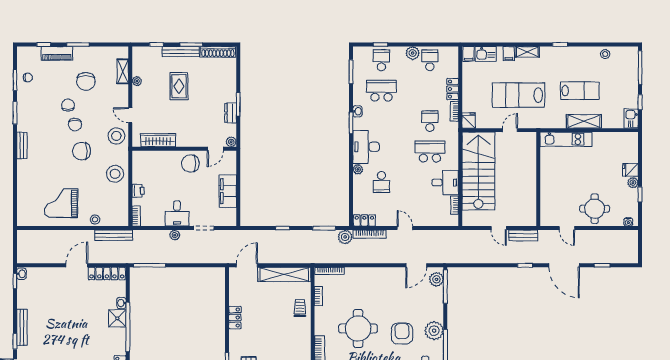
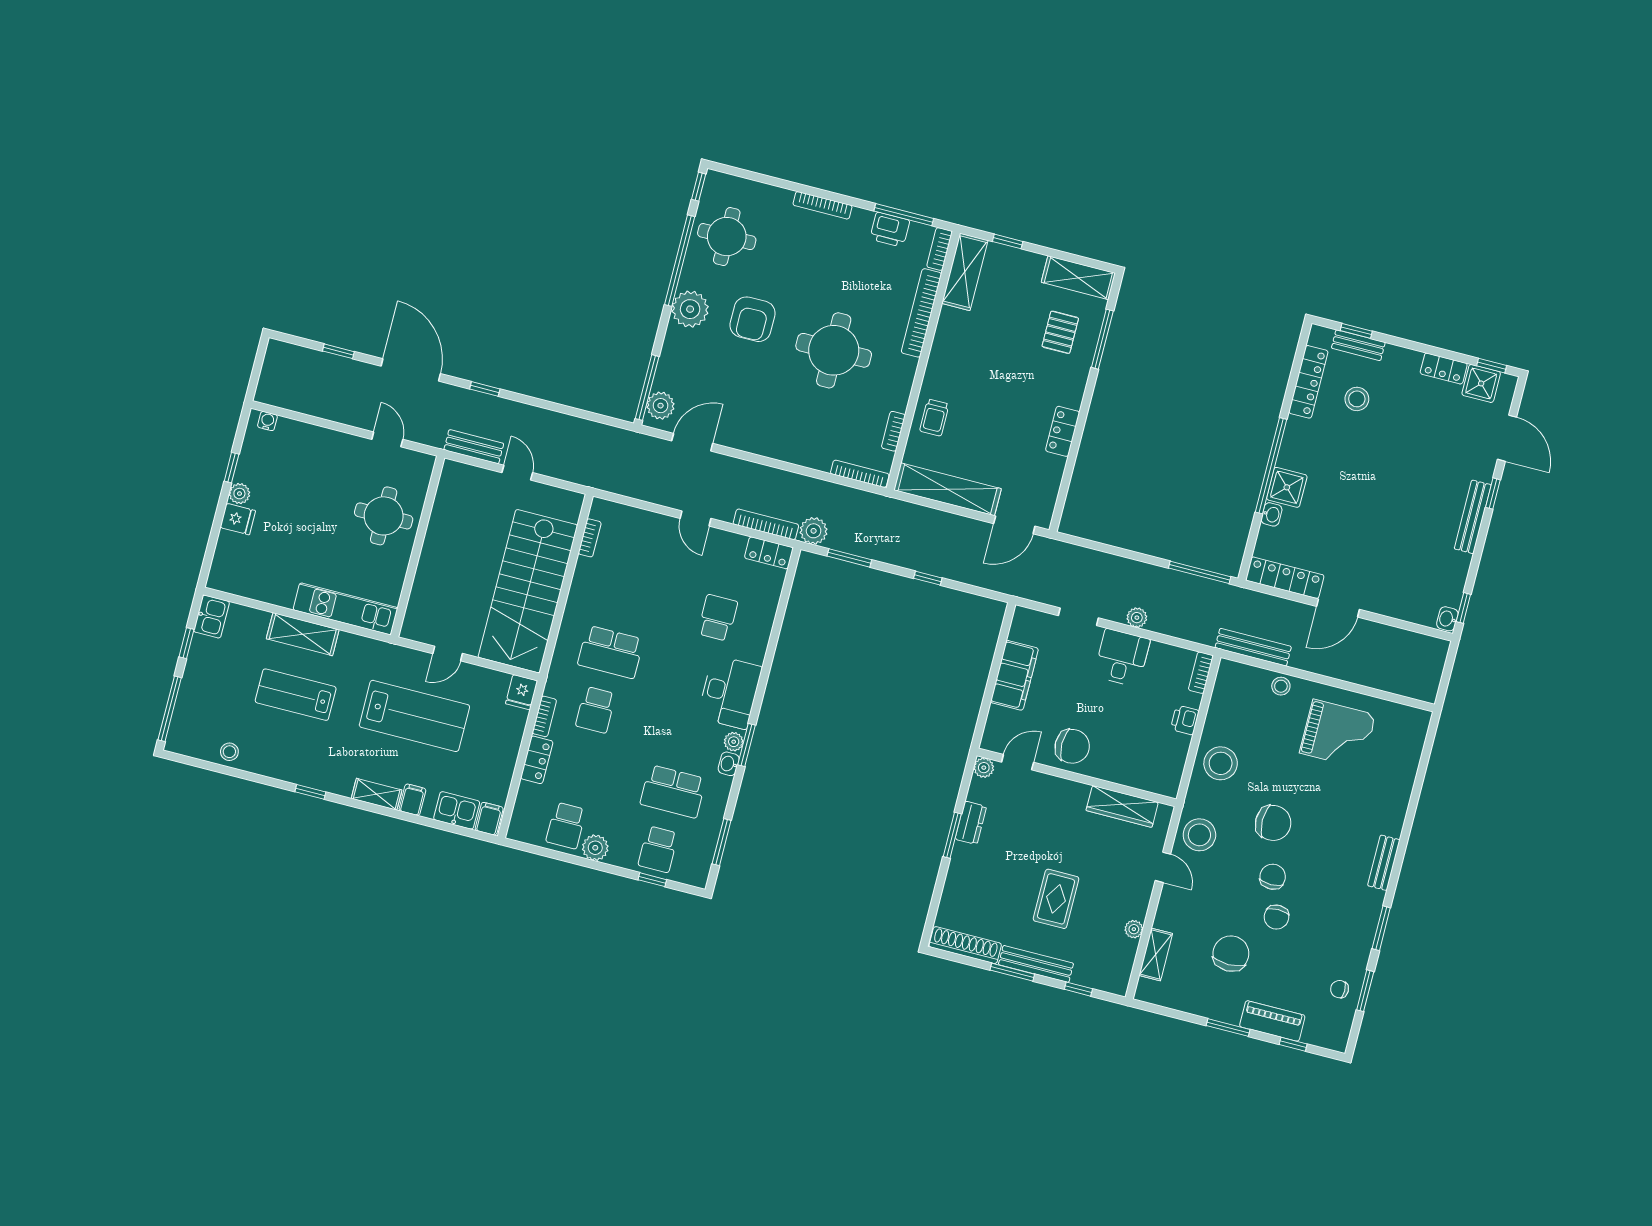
plant: (358, 169) -> (734, 742), moved
desk: (445, 183) -> (597, 586), removed
round table: (595, 209) -> (384, 516), moved

